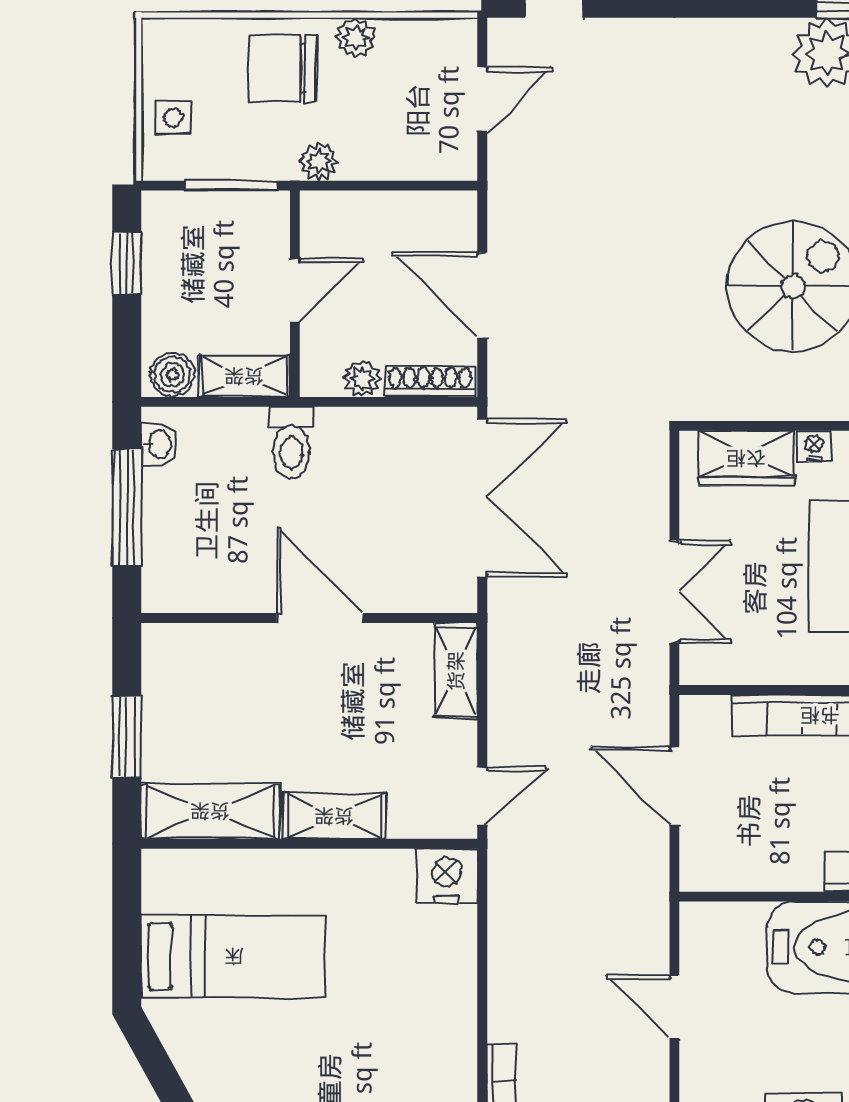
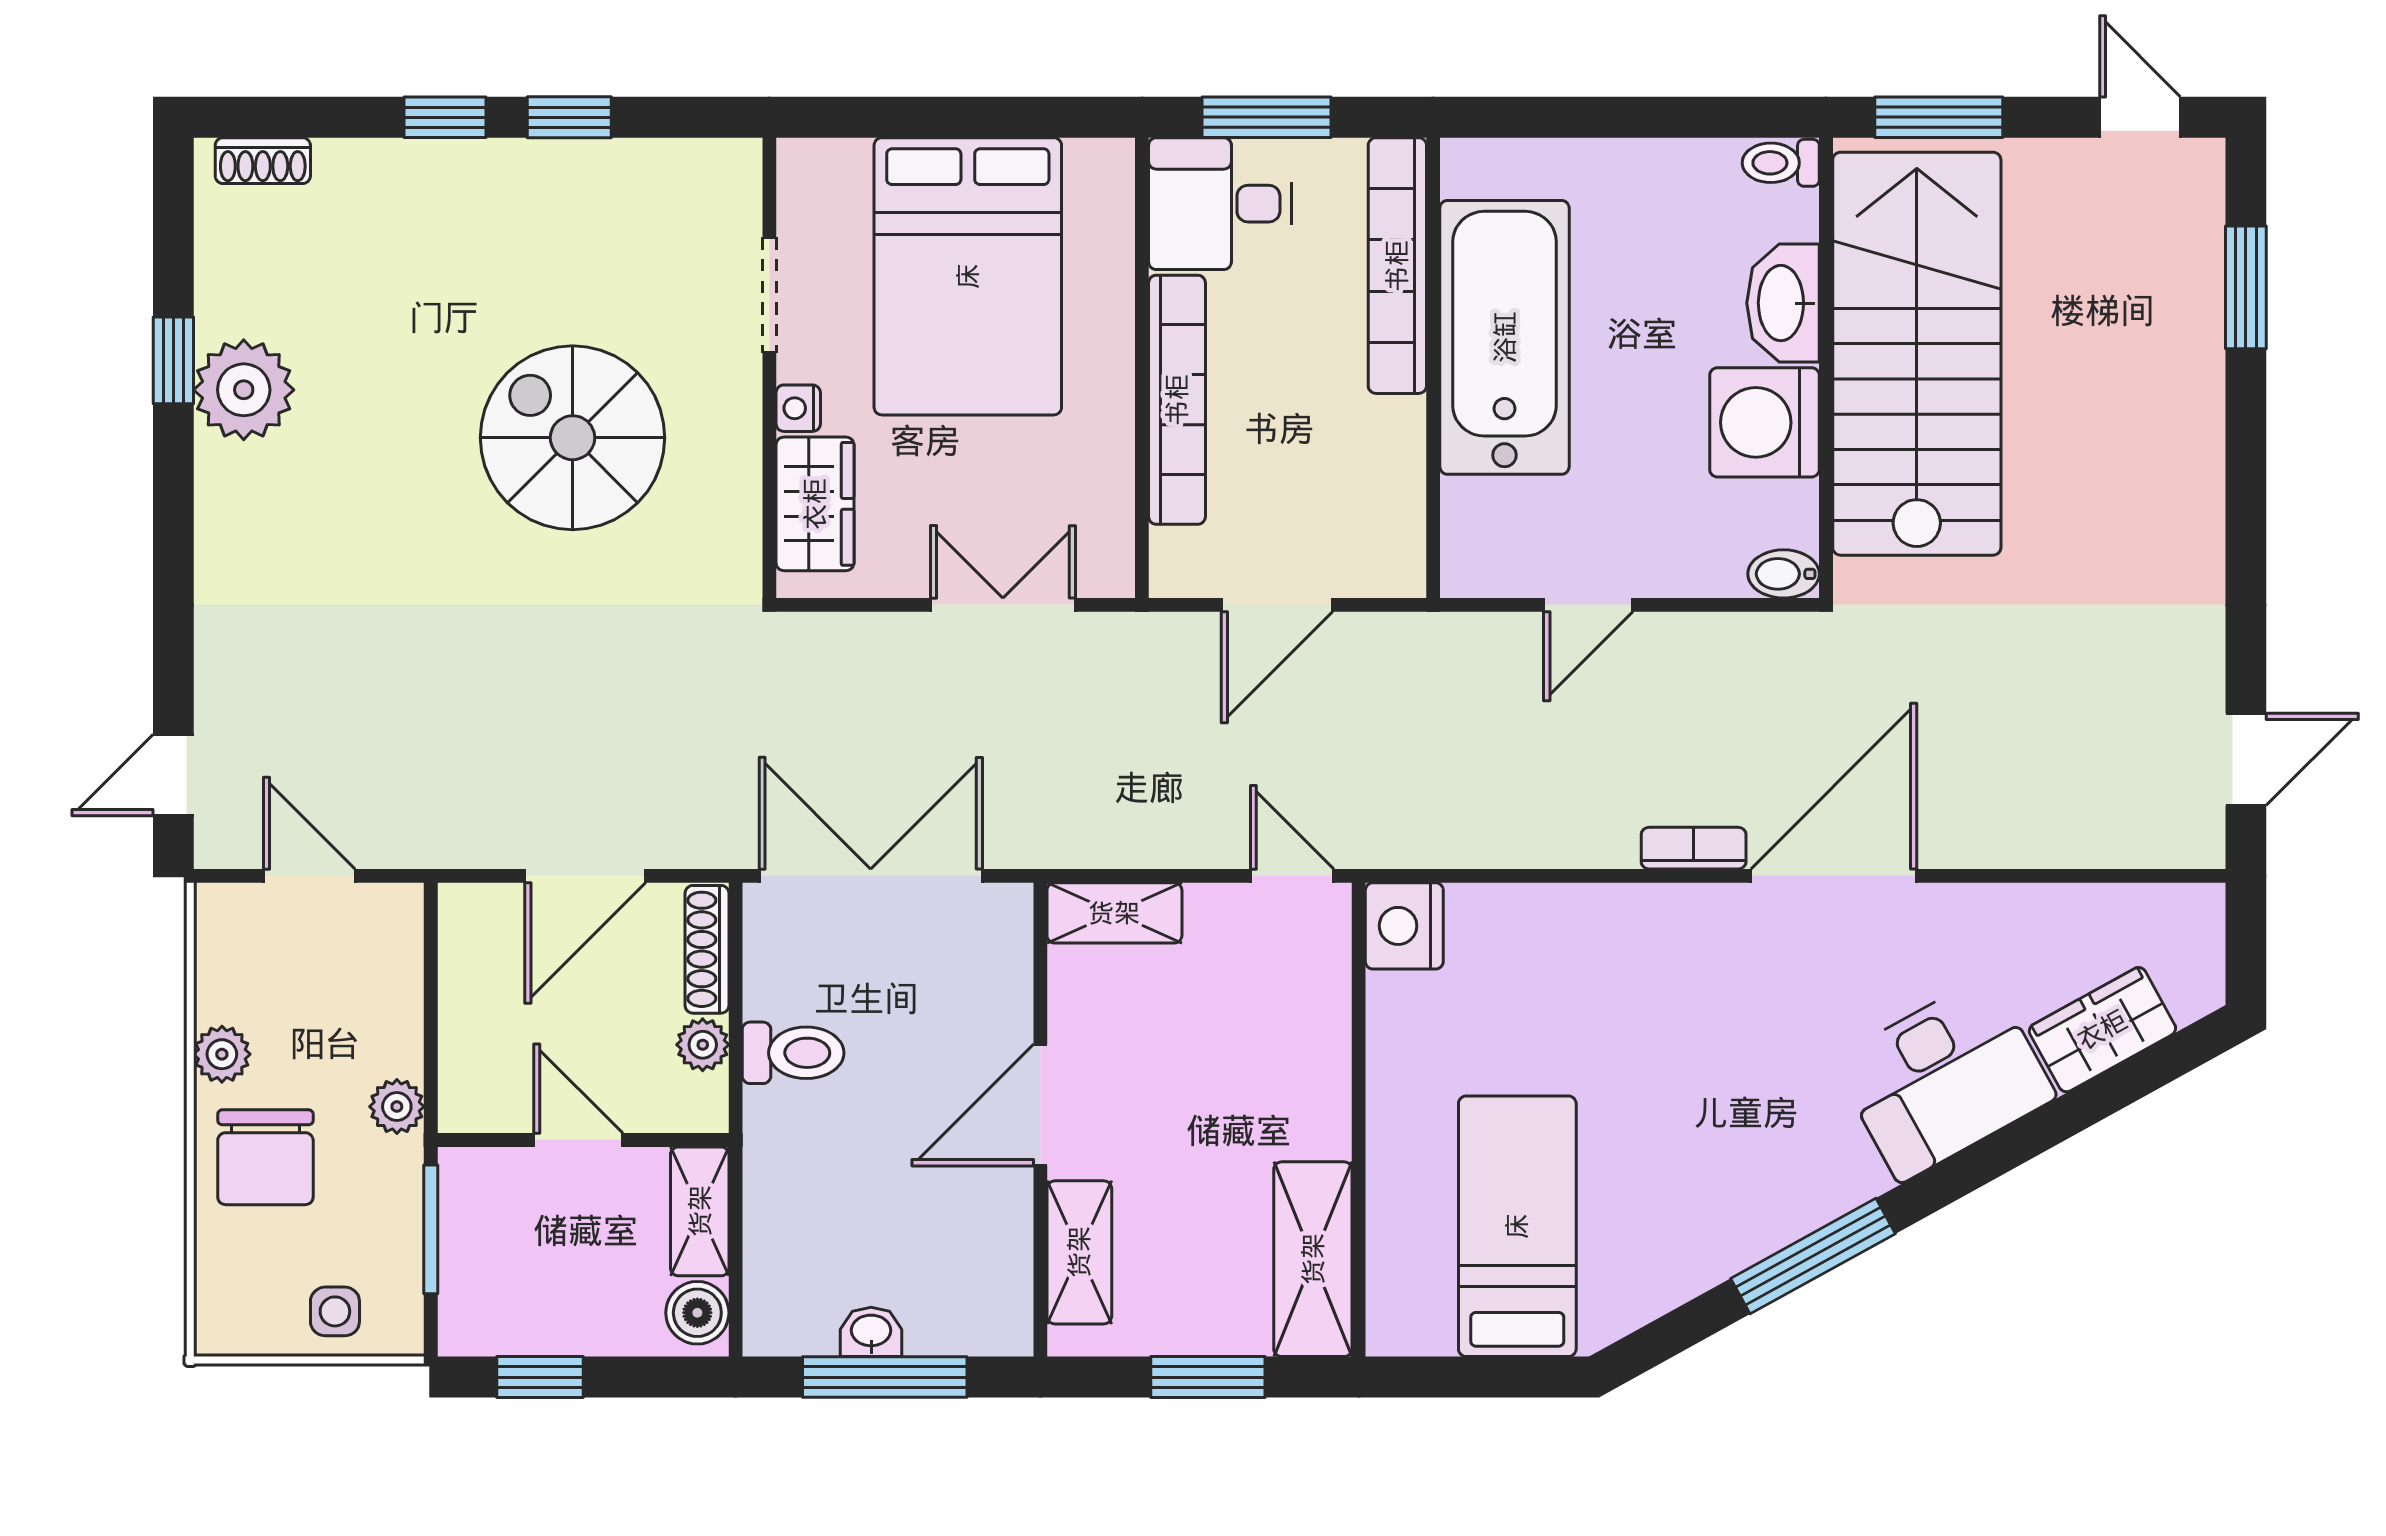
toilet: (291, 443) -> (793, 1053), moved
washbasin: (159, 444) -> (871, 1332), moved
shelving: (334, 816) -> (1079, 1252), moved

